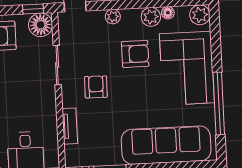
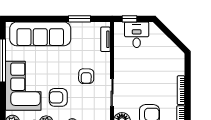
tv unit: (70, 126) -> (106, 39), moved

